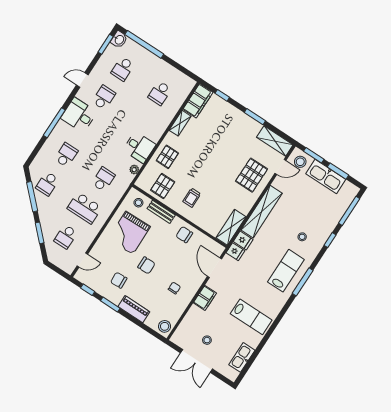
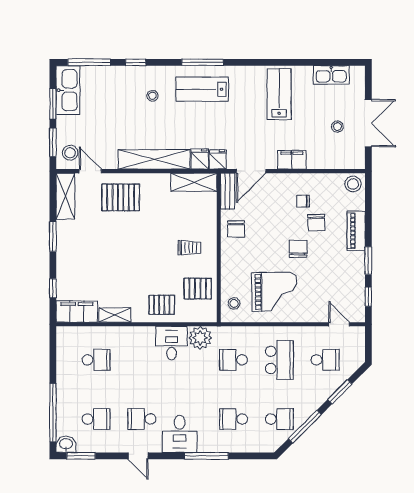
plant: (134, 170) -> (200, 338), width x1.88, depth x1.88
kitchen sink: (326, 177) -> (68, 90), moved
bench: (161, 212) -> (228, 191), moved
chair: (119, 280) -> (316, 223), moved

